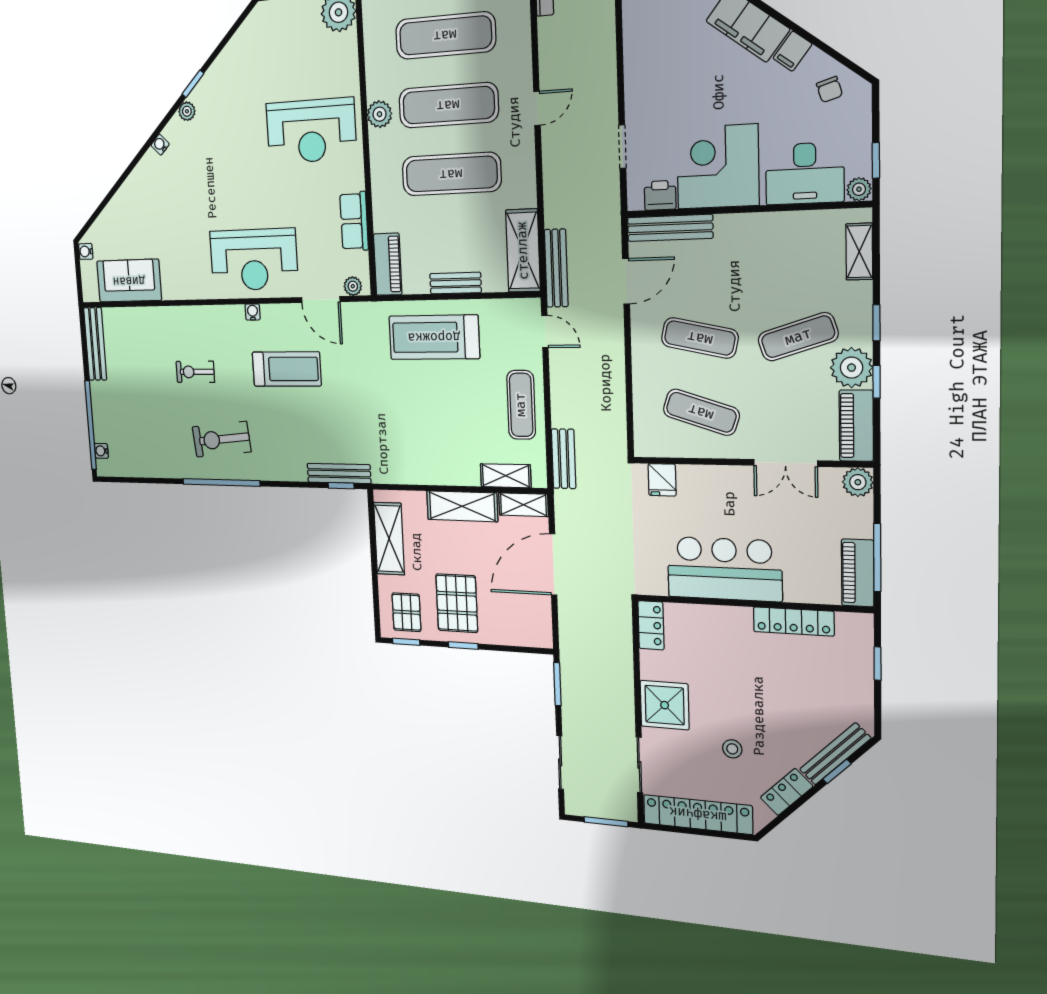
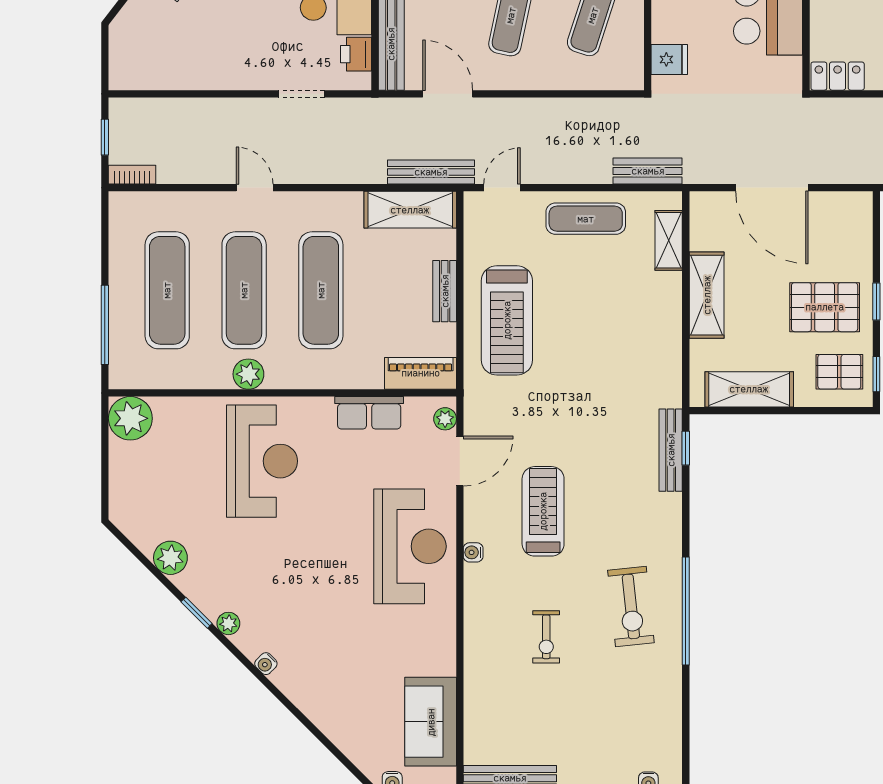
plant: (232, 58) -> (170, 558), added
shelving: (523, 505) -> (702, 220), removed

